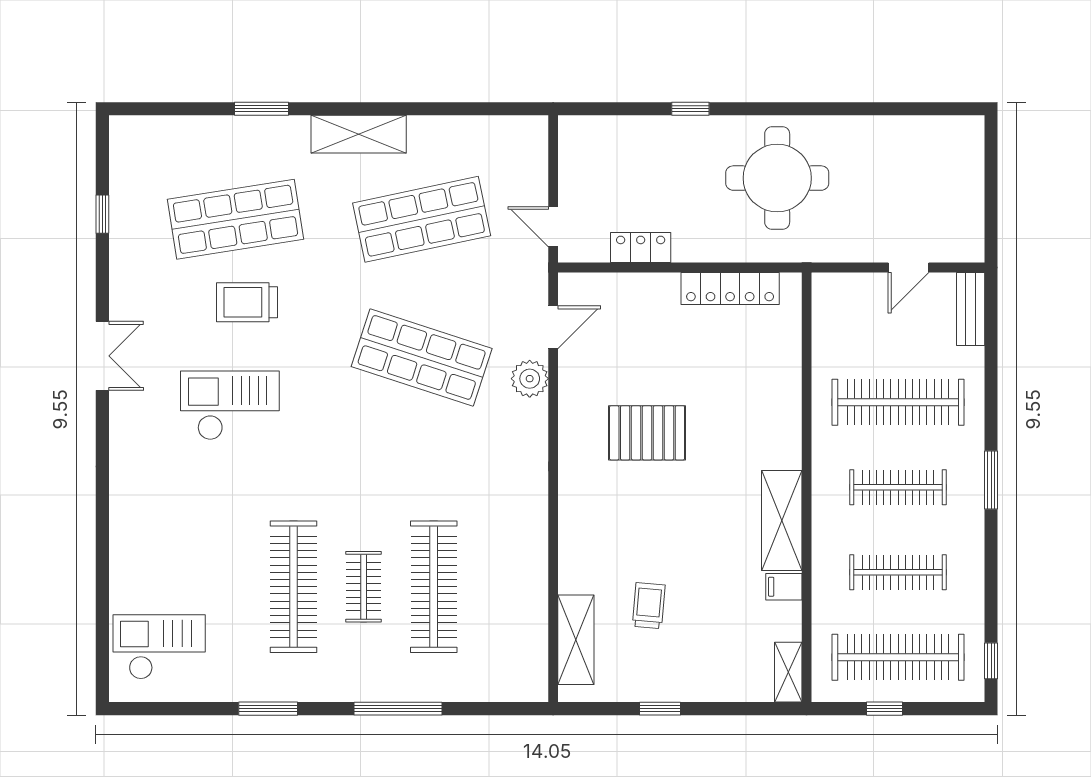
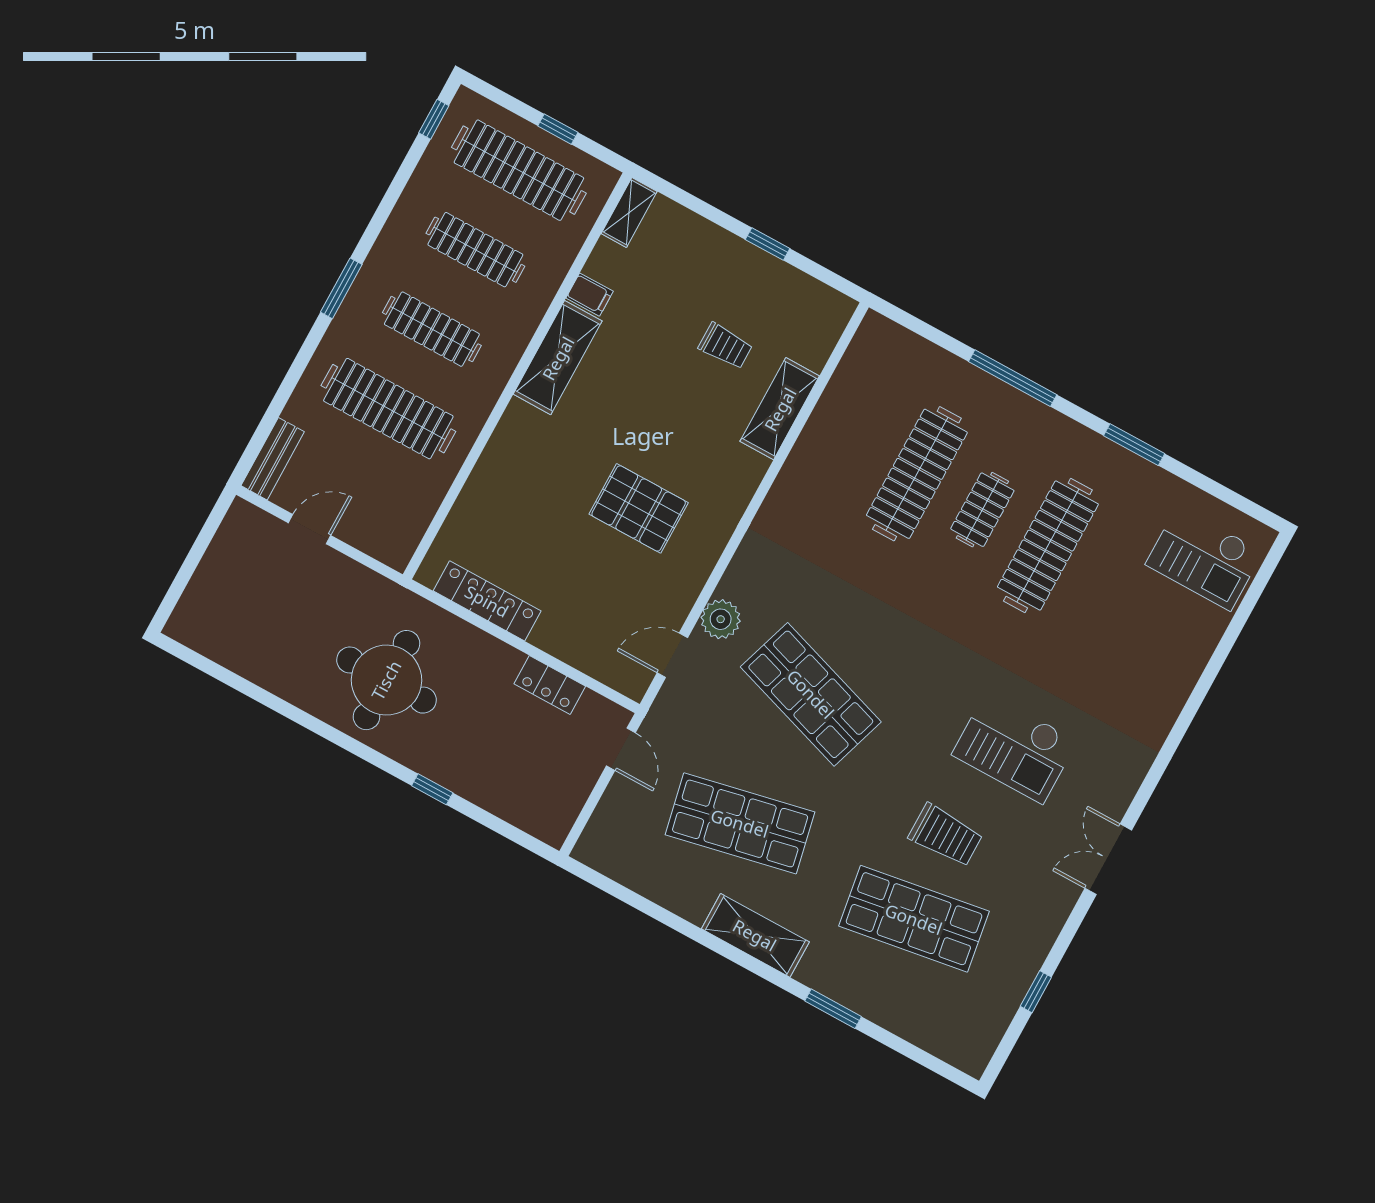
trolley: (649, 606) -> (725, 346), turned -95
shelving: (576, 640) -> (780, 409), moved

